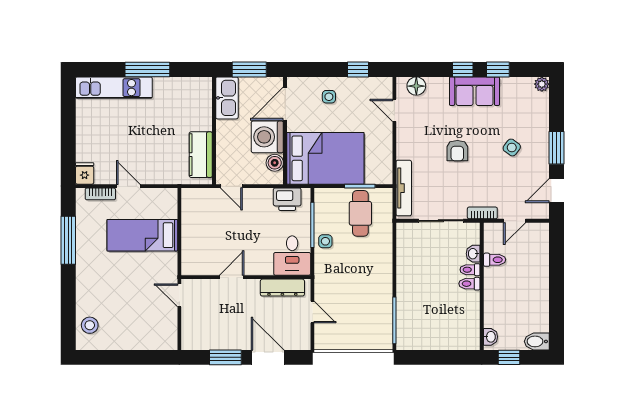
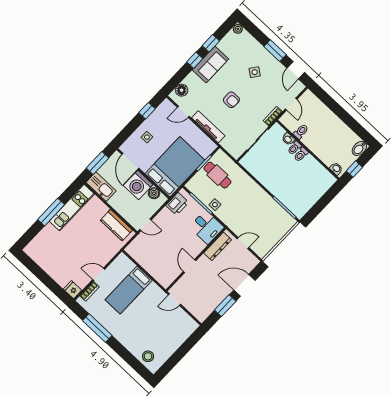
kitchen unit: (114, 88) -> (72, 208), moved
tv unit: (404, 188) -> (208, 127), moved

